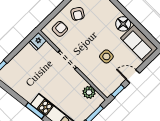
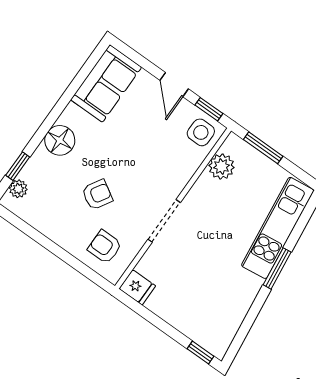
armchair: (78, 14) -> (97, 195), moved
floor lamp: (123, 24) -> (60, 140), moved
side table: (106, 56) -> (201, 132), moved

